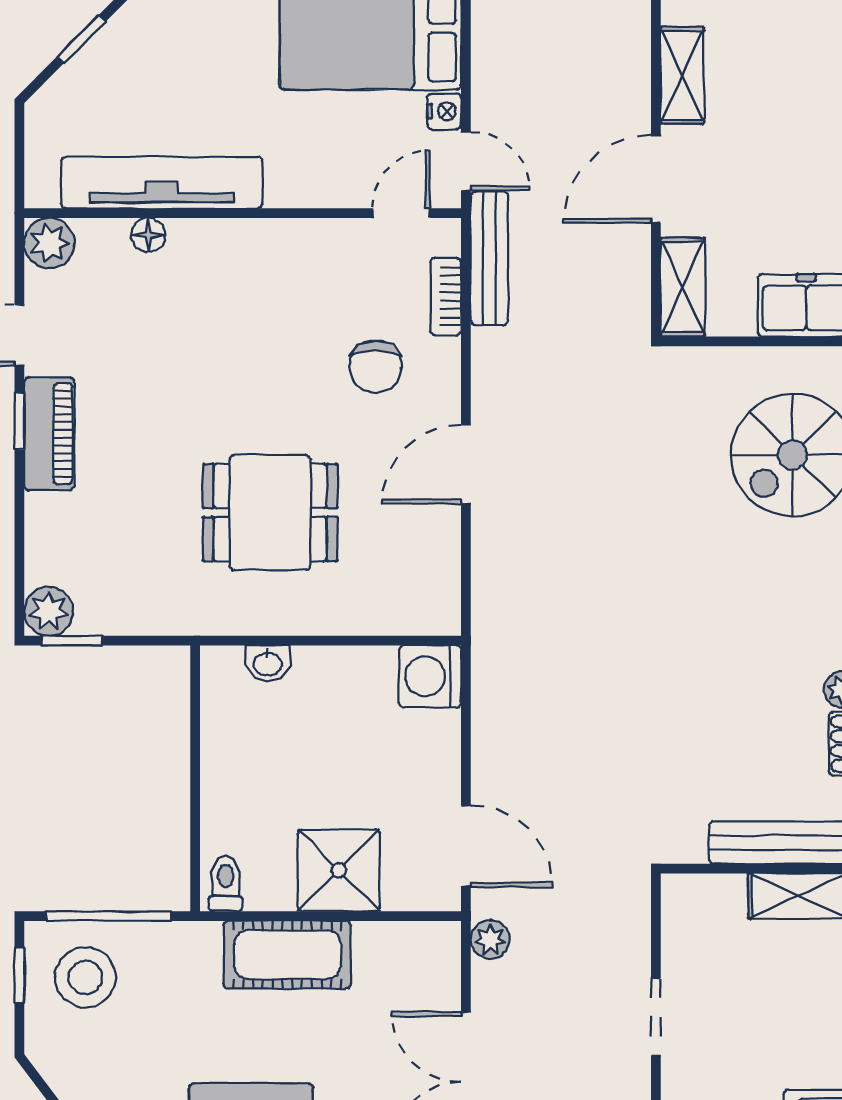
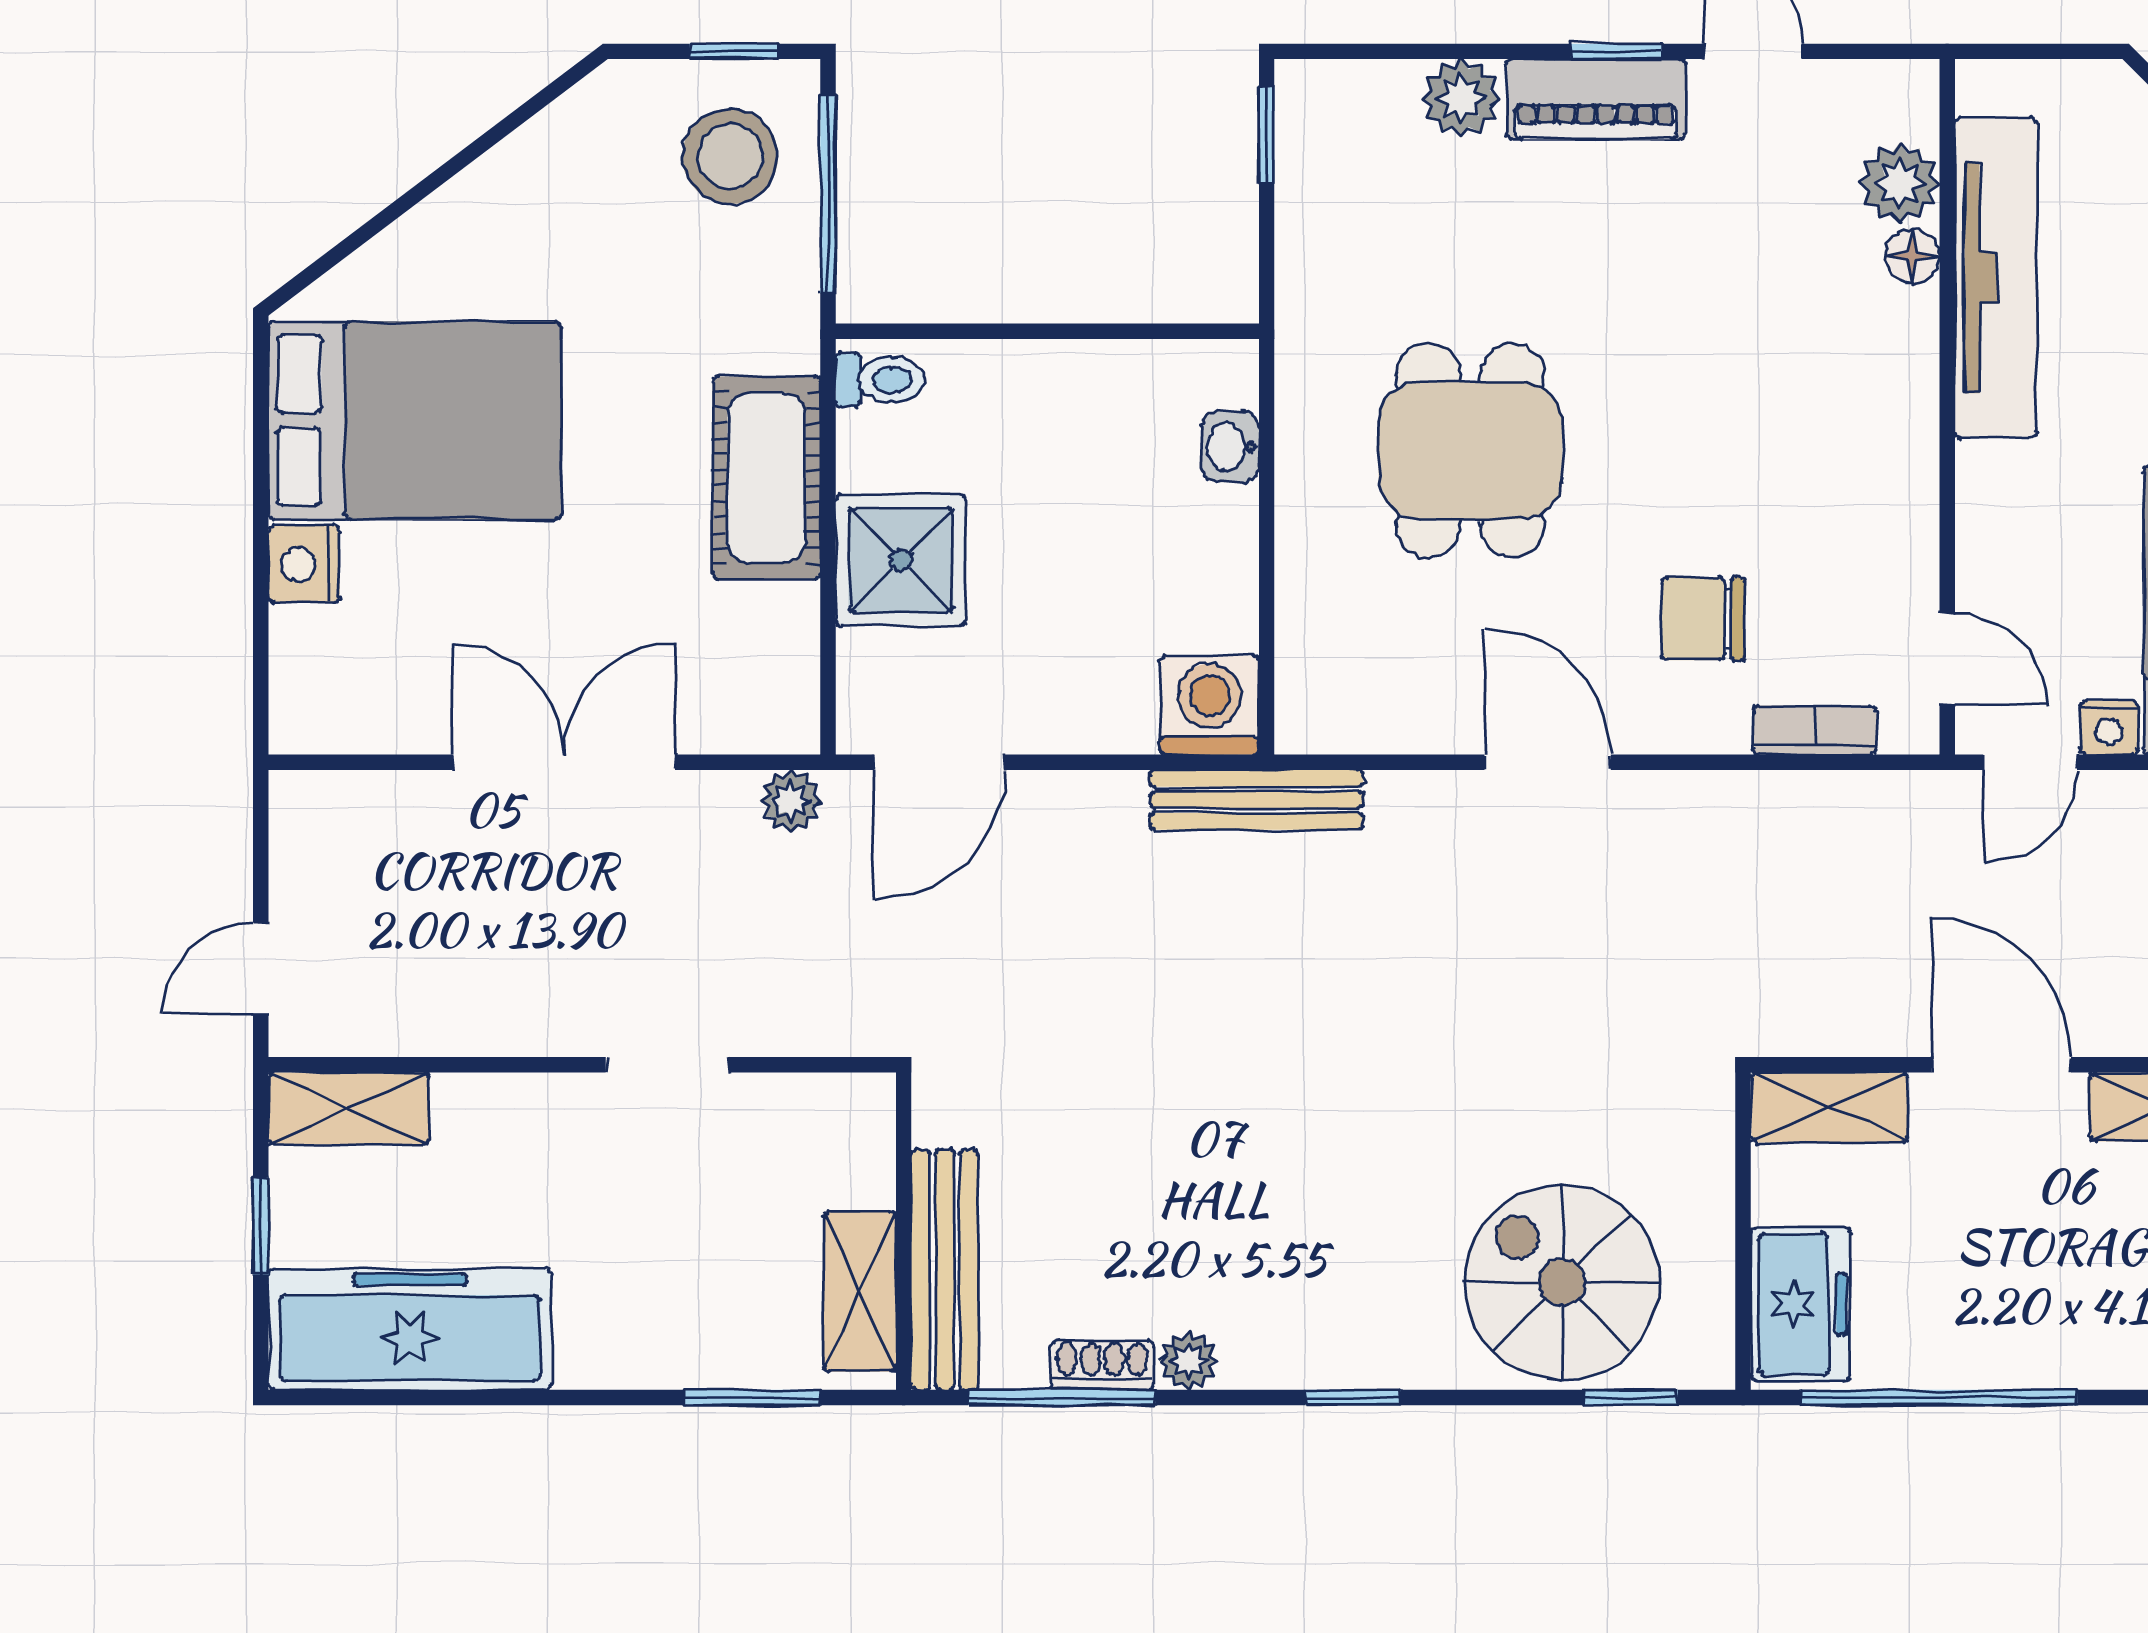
plant: (49, 243) -> (1900, 183), moved
bench: (489, 258) -> (1256, 800), moved
plant: (49, 611) -> (1461, 98), moved

